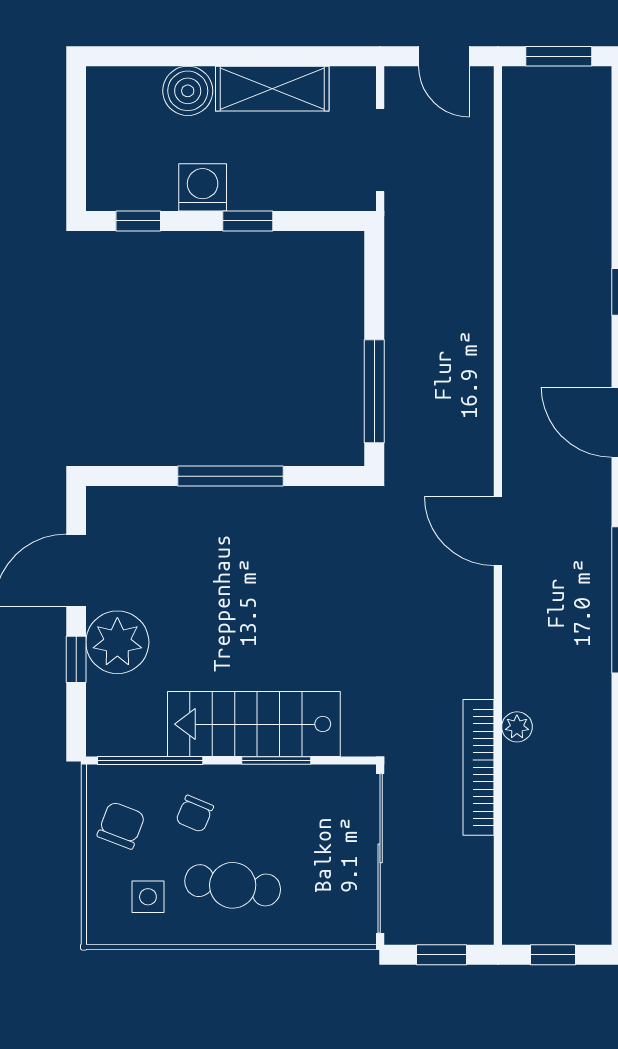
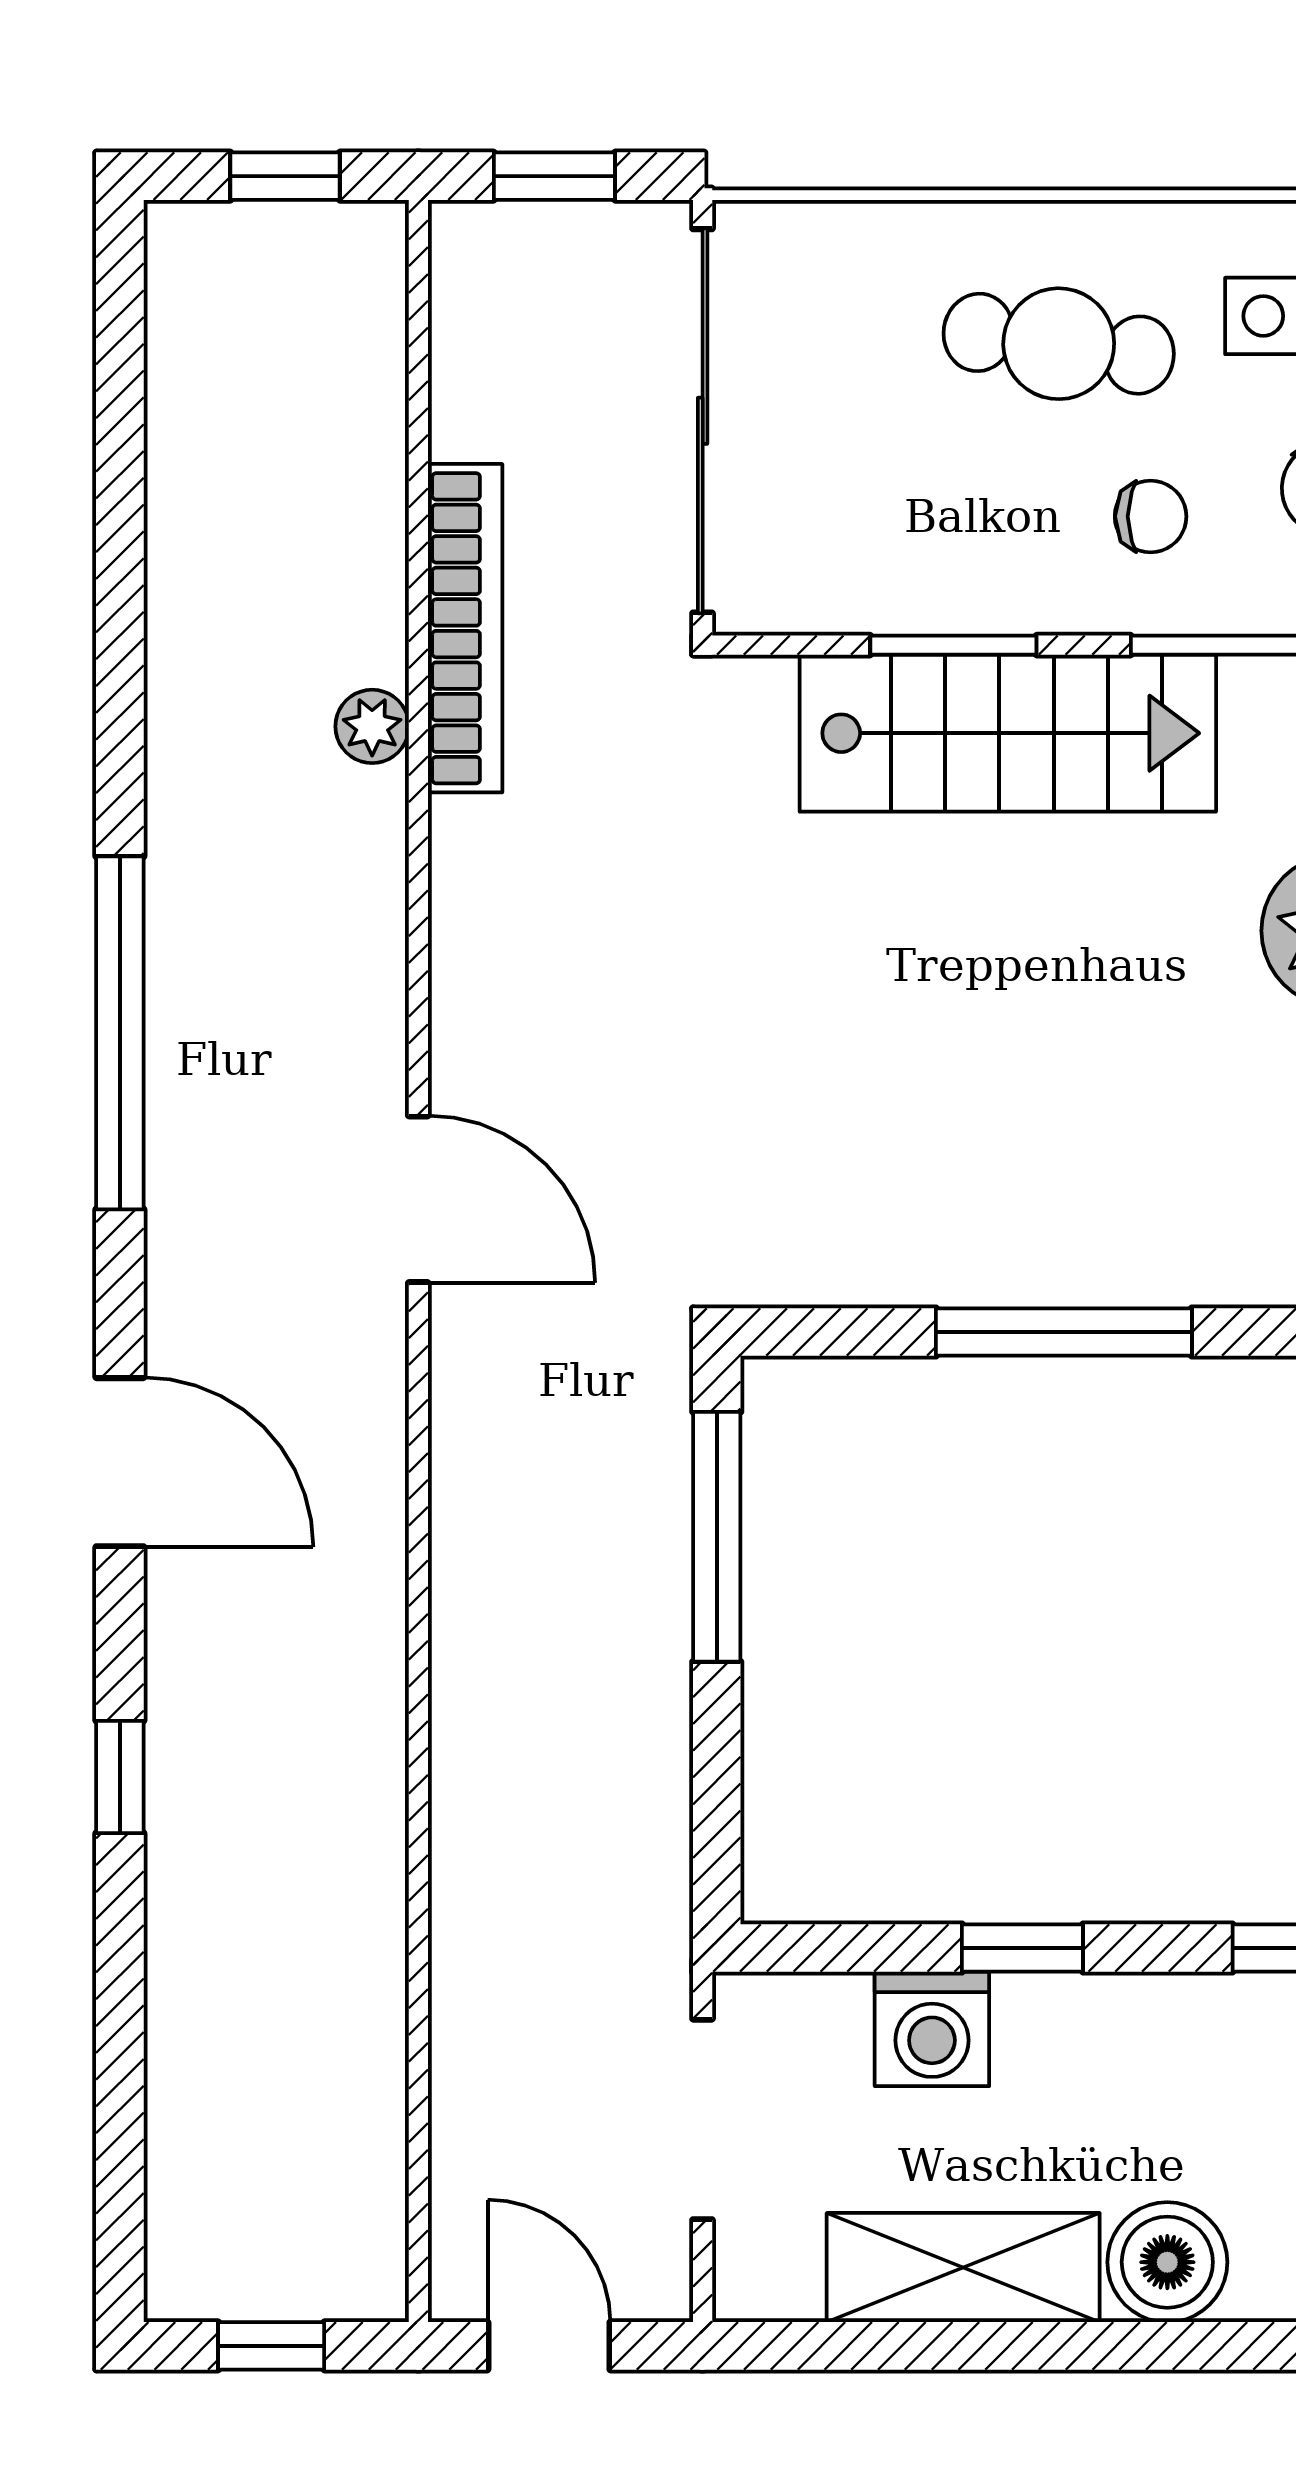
window: (559, 56) -> (271, 2346), width x0.67
washing machine: (203, 187) -> (932, 2029), moved
chair: (195, 814) -> (1151, 516), turned 67

